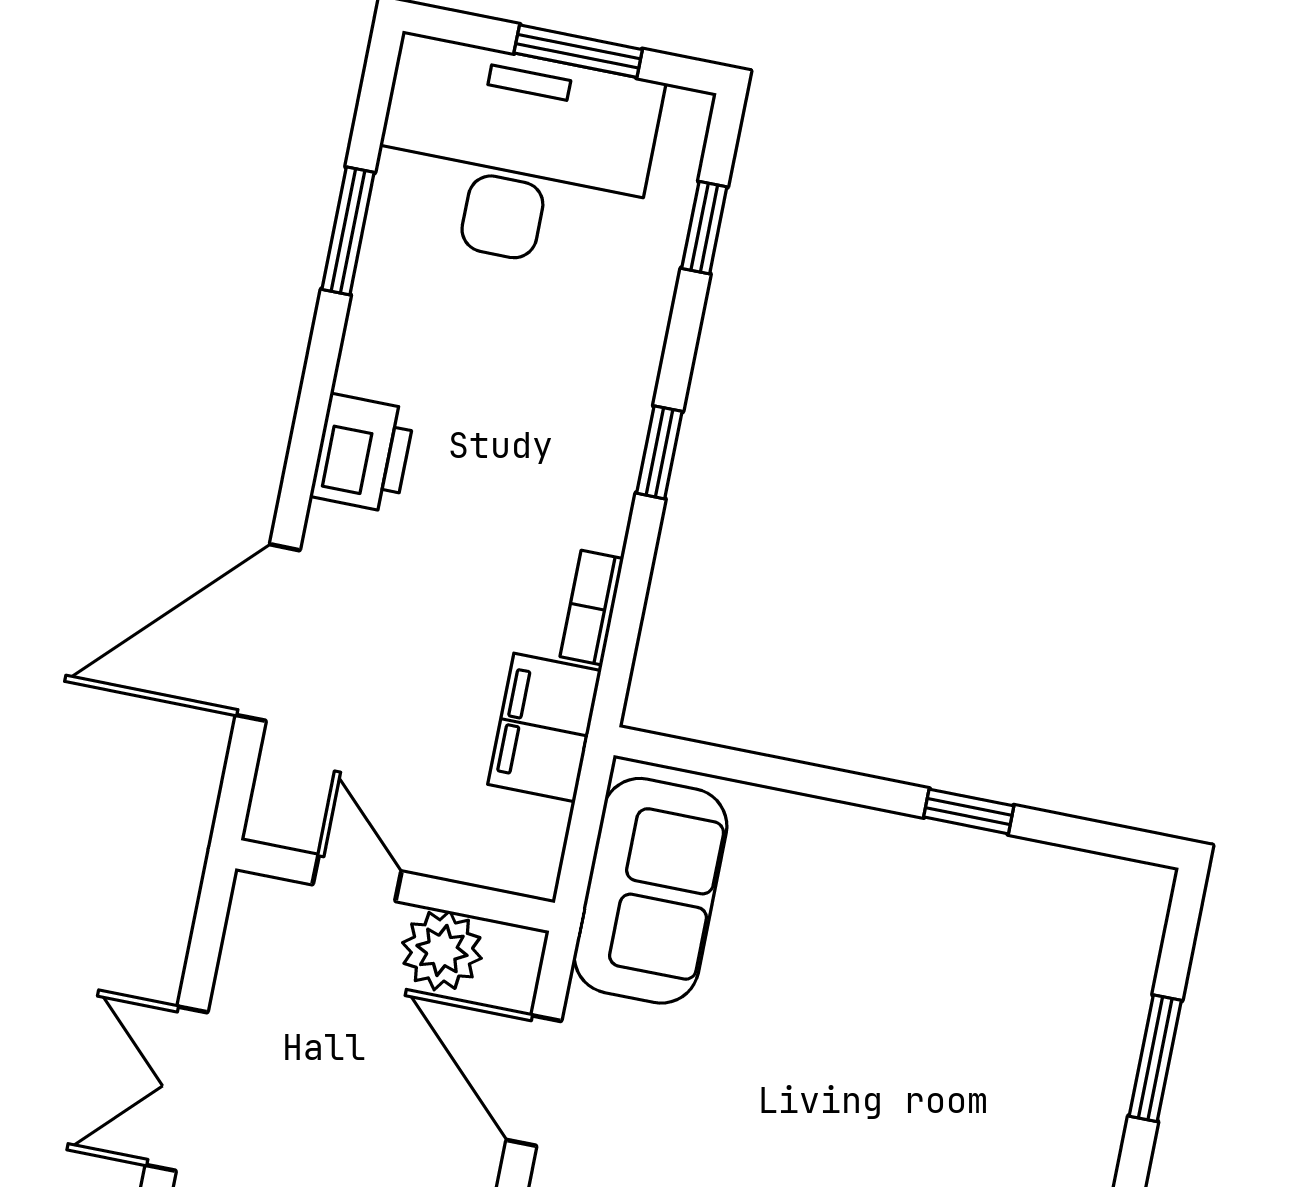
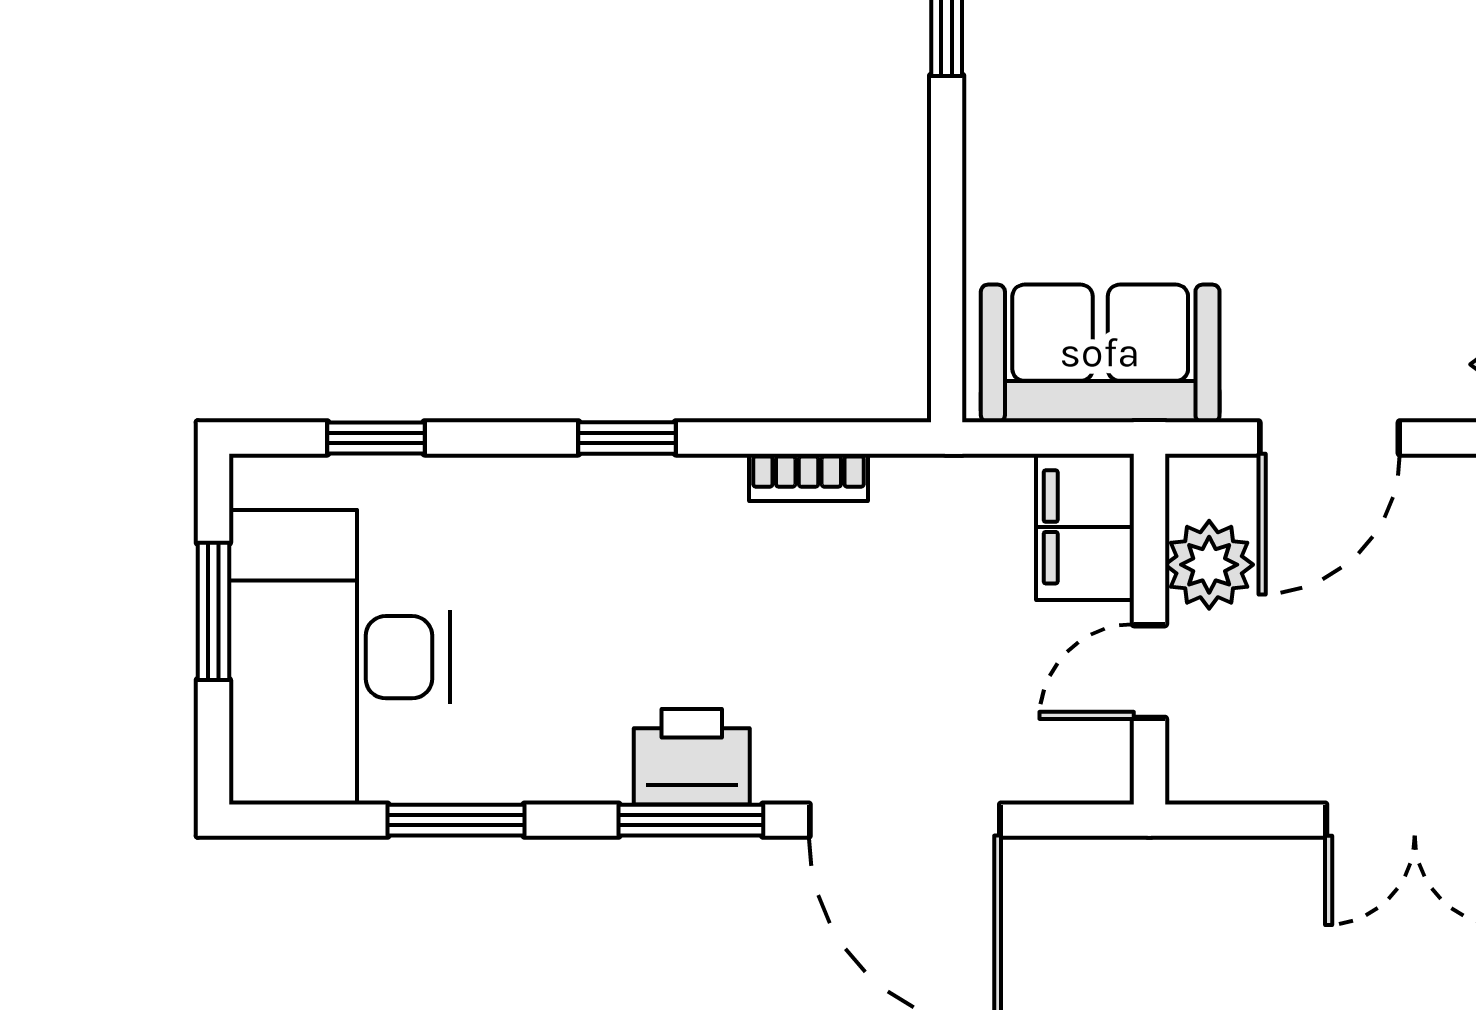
window: (306, 441) -> (691, 820), added
filing cabinet: (544, 727) -> (1085, 527), moved, turned 90

